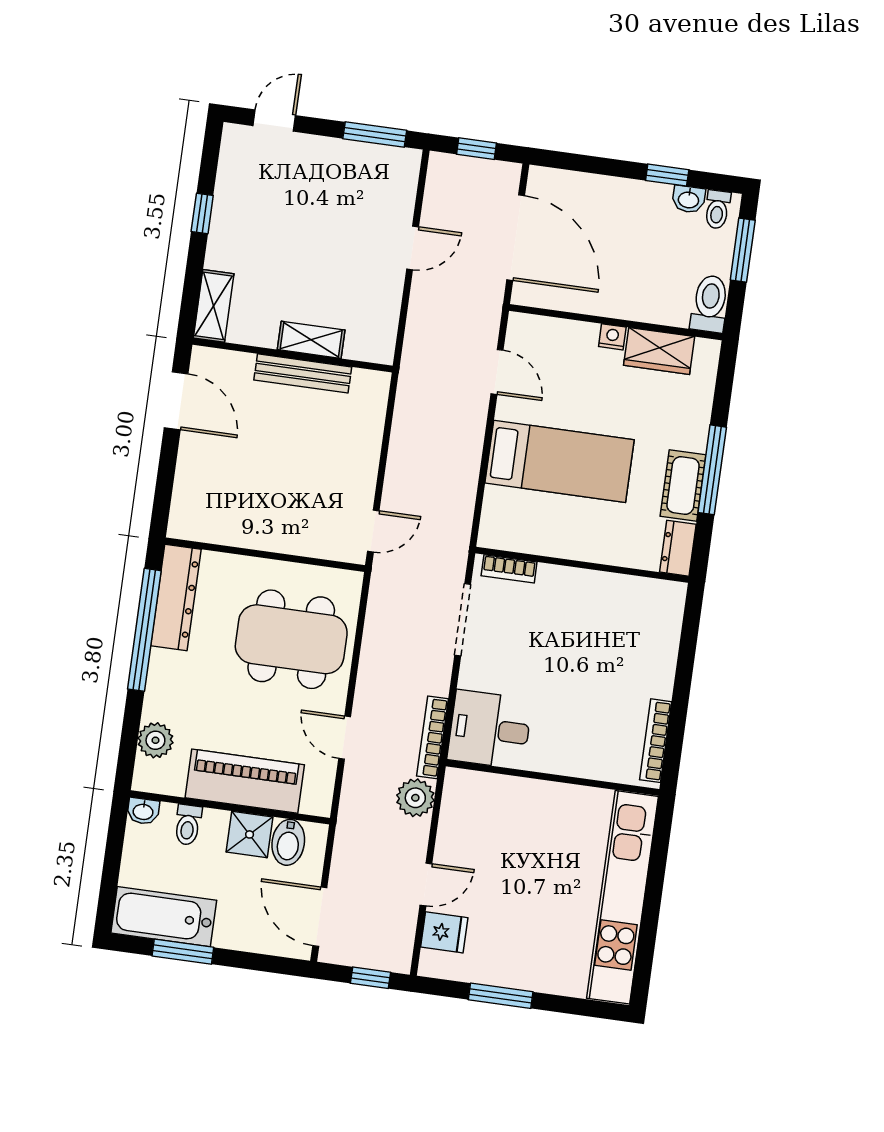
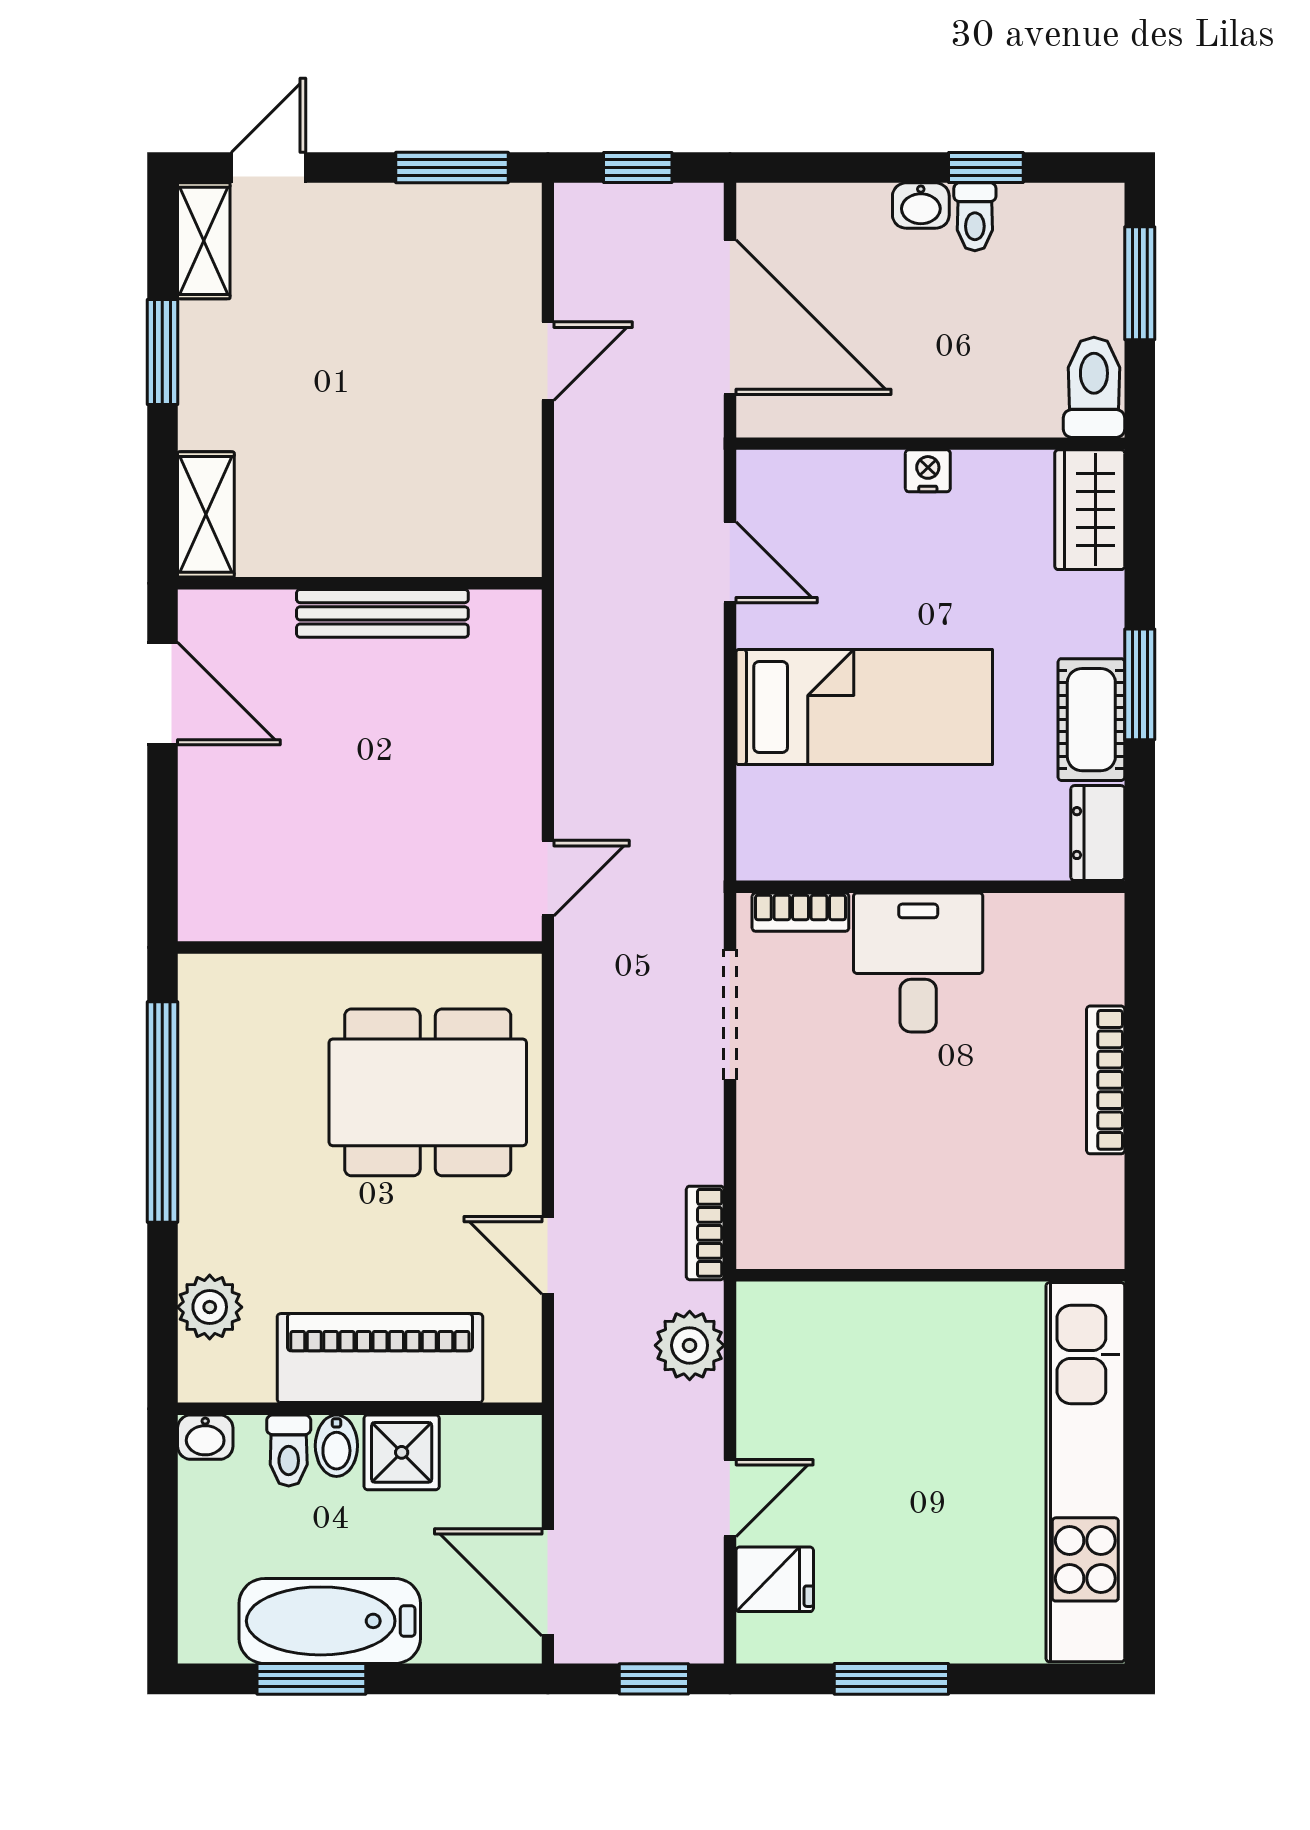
washbasin: (689, 199) -> (921, 206), moved
toilet: (717, 210) -> (975, 217), moved
window: (202, 214) -> (162, 352), width x1.50
shelving: (311, 340) -> (204, 241), moved, turned 90
wardrobe: (659, 351) -> (1090, 510), moved, turned 90
window: (712, 470) -> (1140, 684), width x0.69
dresser: (176, 598) -> (211, 1046), removed
desk: (490, 729) -> (918, 962), moved, turned 90
bookcase: (432, 737) -> (705, 1233), width x0.64
bookcase: (656, 741) -> (1106, 1080), moved
bidet: (288, 842) -> (336, 1446), moved, width x0.72, depth x0.74
bathtub: (164, 917) -> (330, 1621), moved

